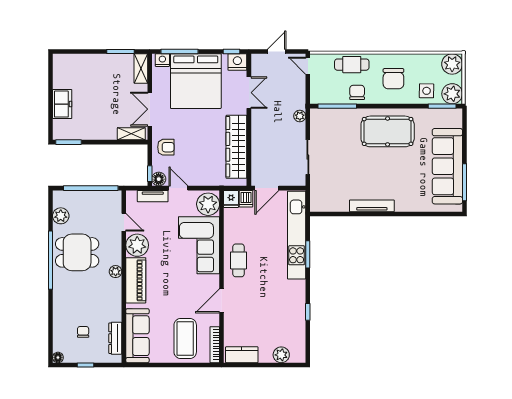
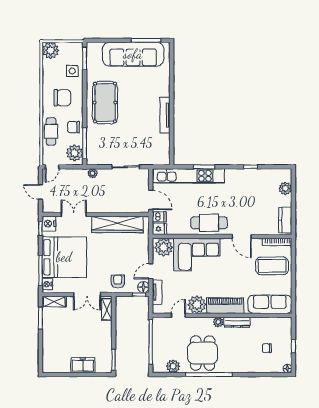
plant: (452, 94) -> (75, 153), moved
cafe table: (239, 260) -> (209, 223), width x1.37, depth x1.35
dresser: (115, 338) -> (237, 322), moved

